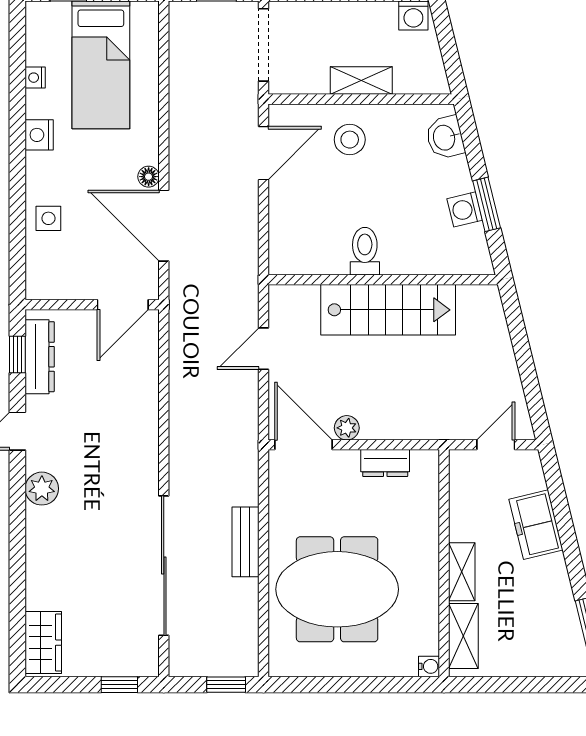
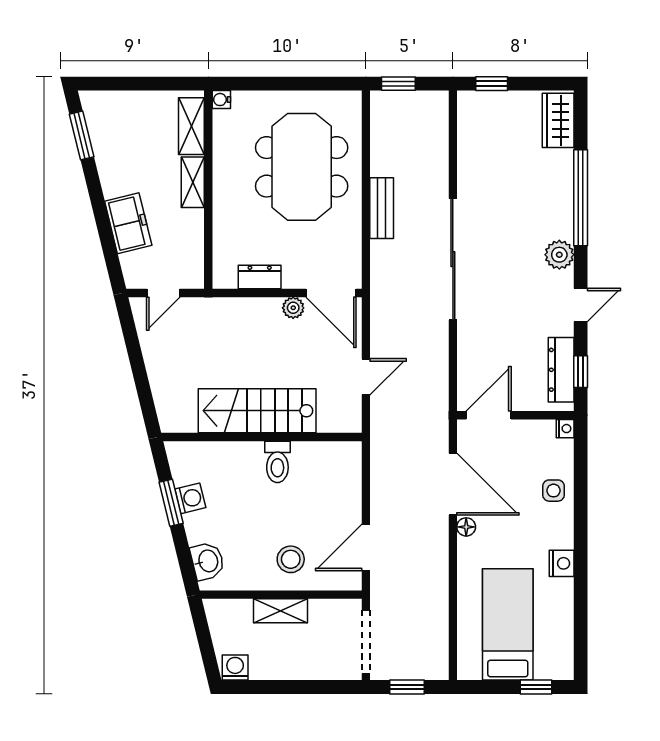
nightstand: (35, 78) -> (565, 429), moved
window: (17, 554) -> (581, 198), added
sliding door: (164, 566) -> (453, 259), moved
meeting table: (337, 589) -> (302, 167), turned 90

